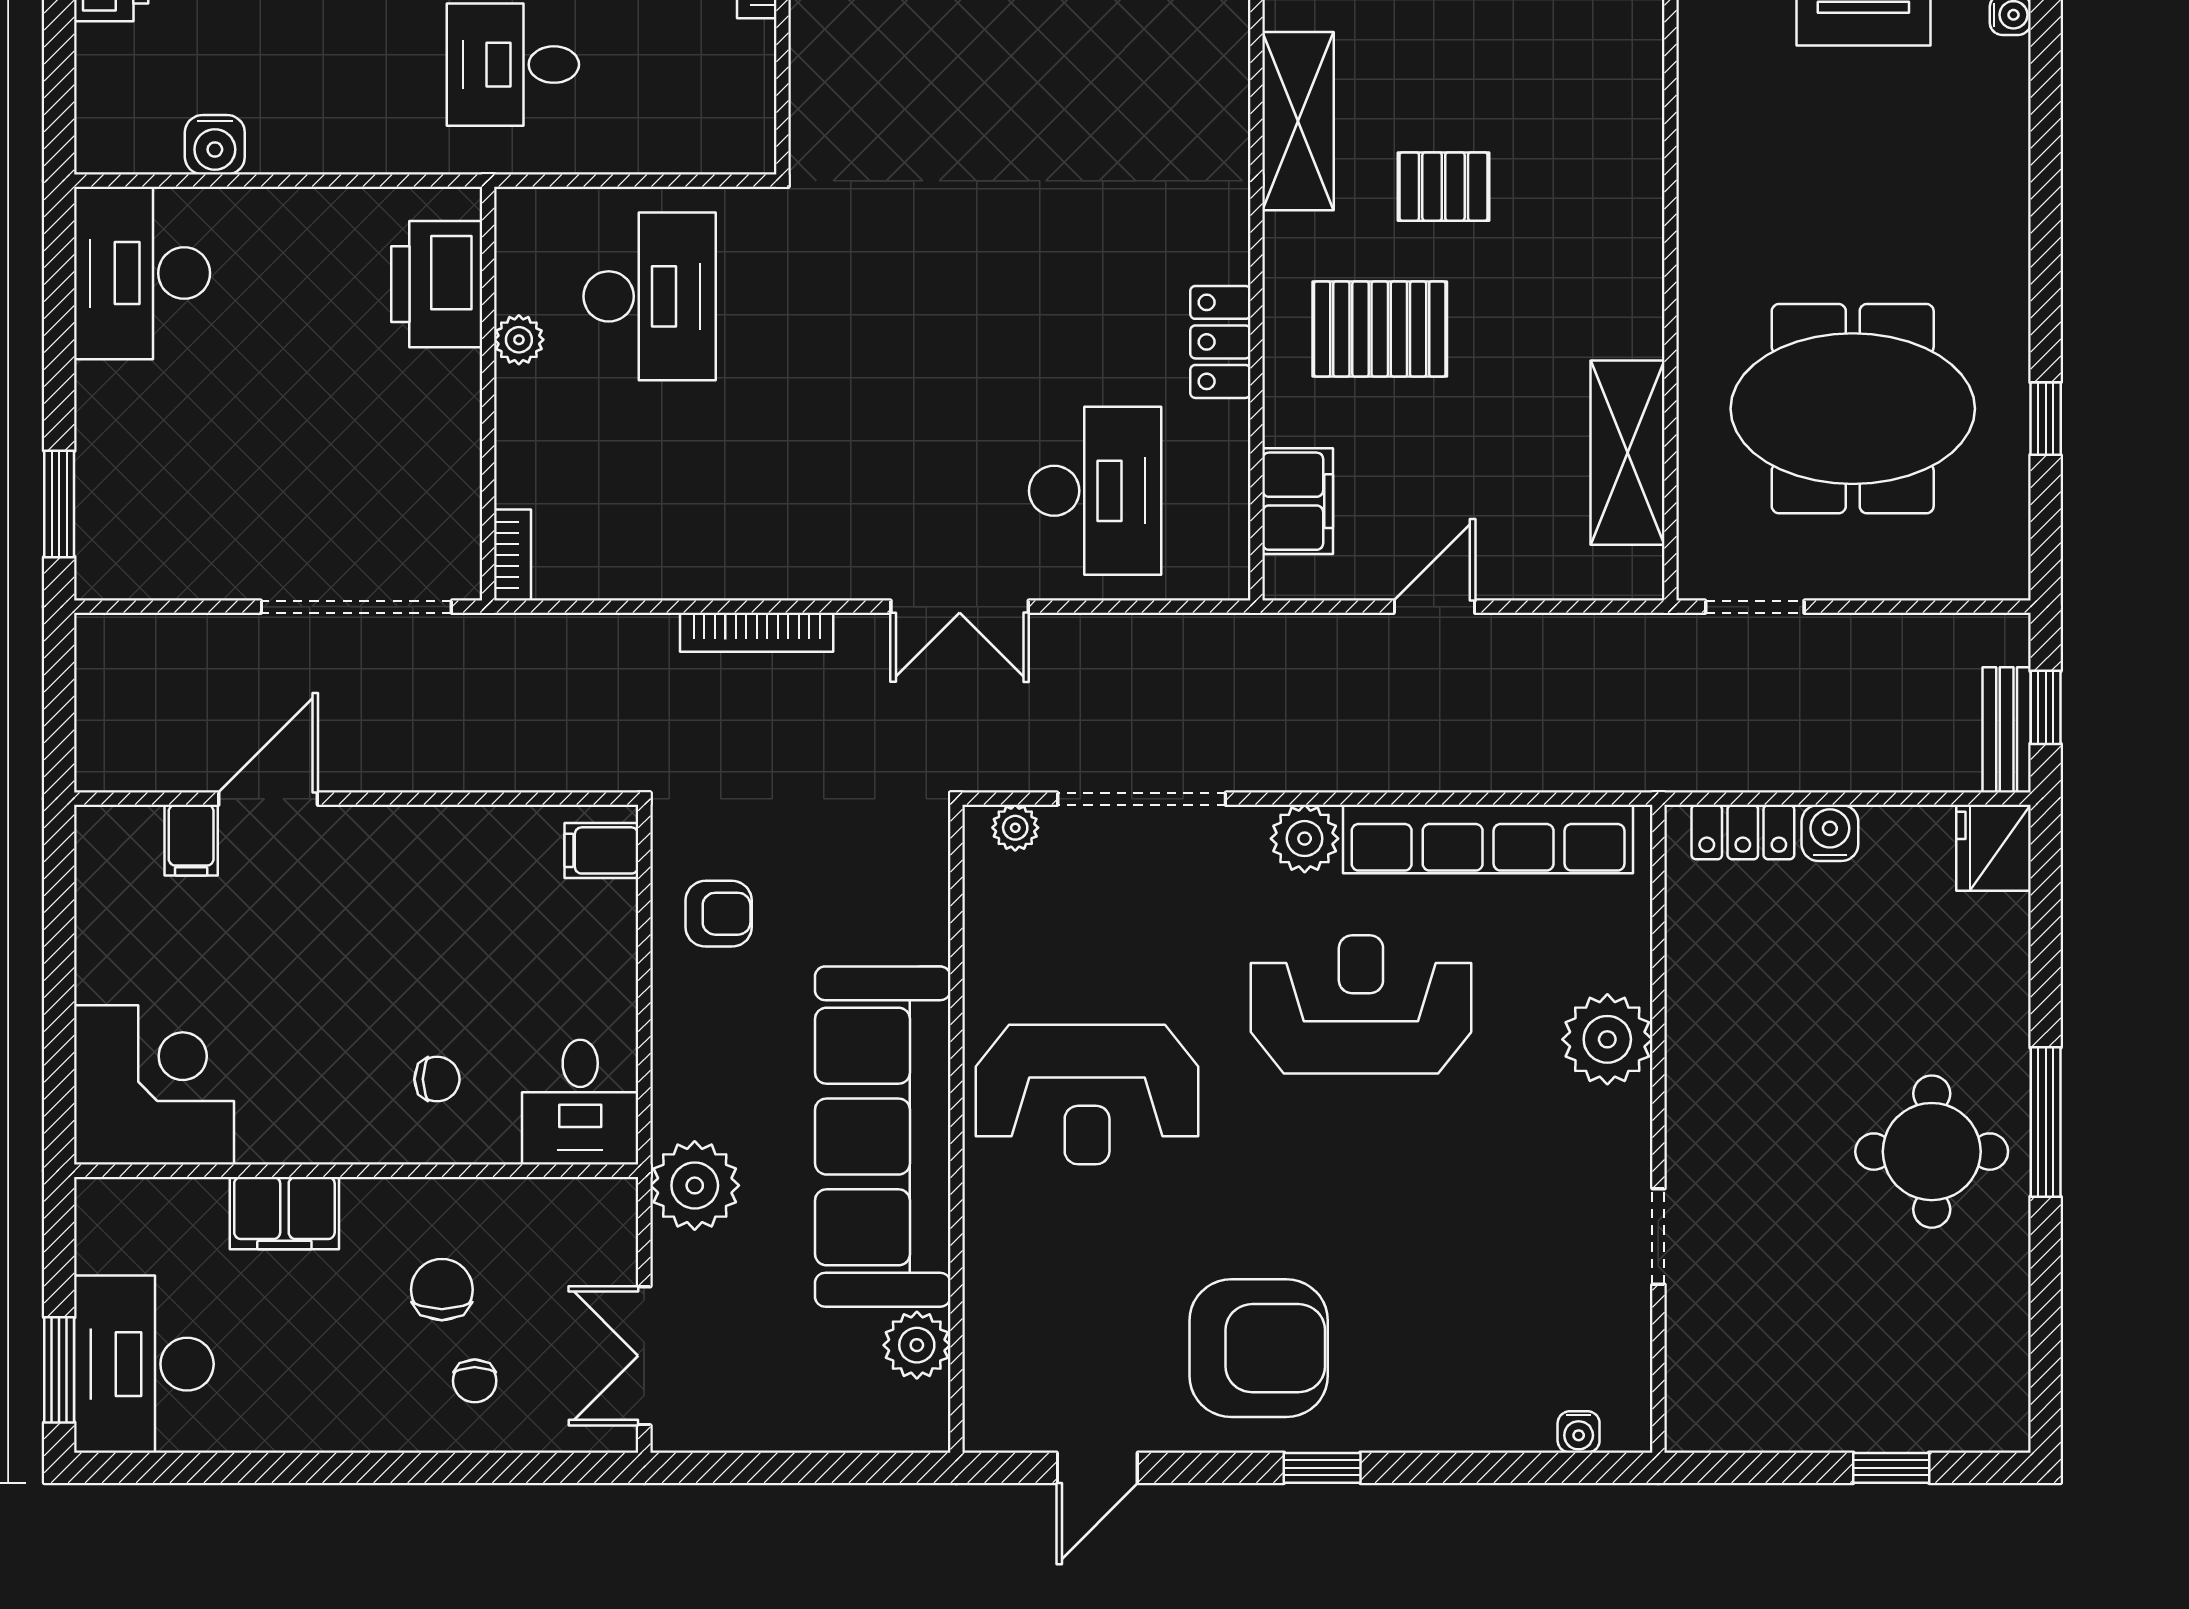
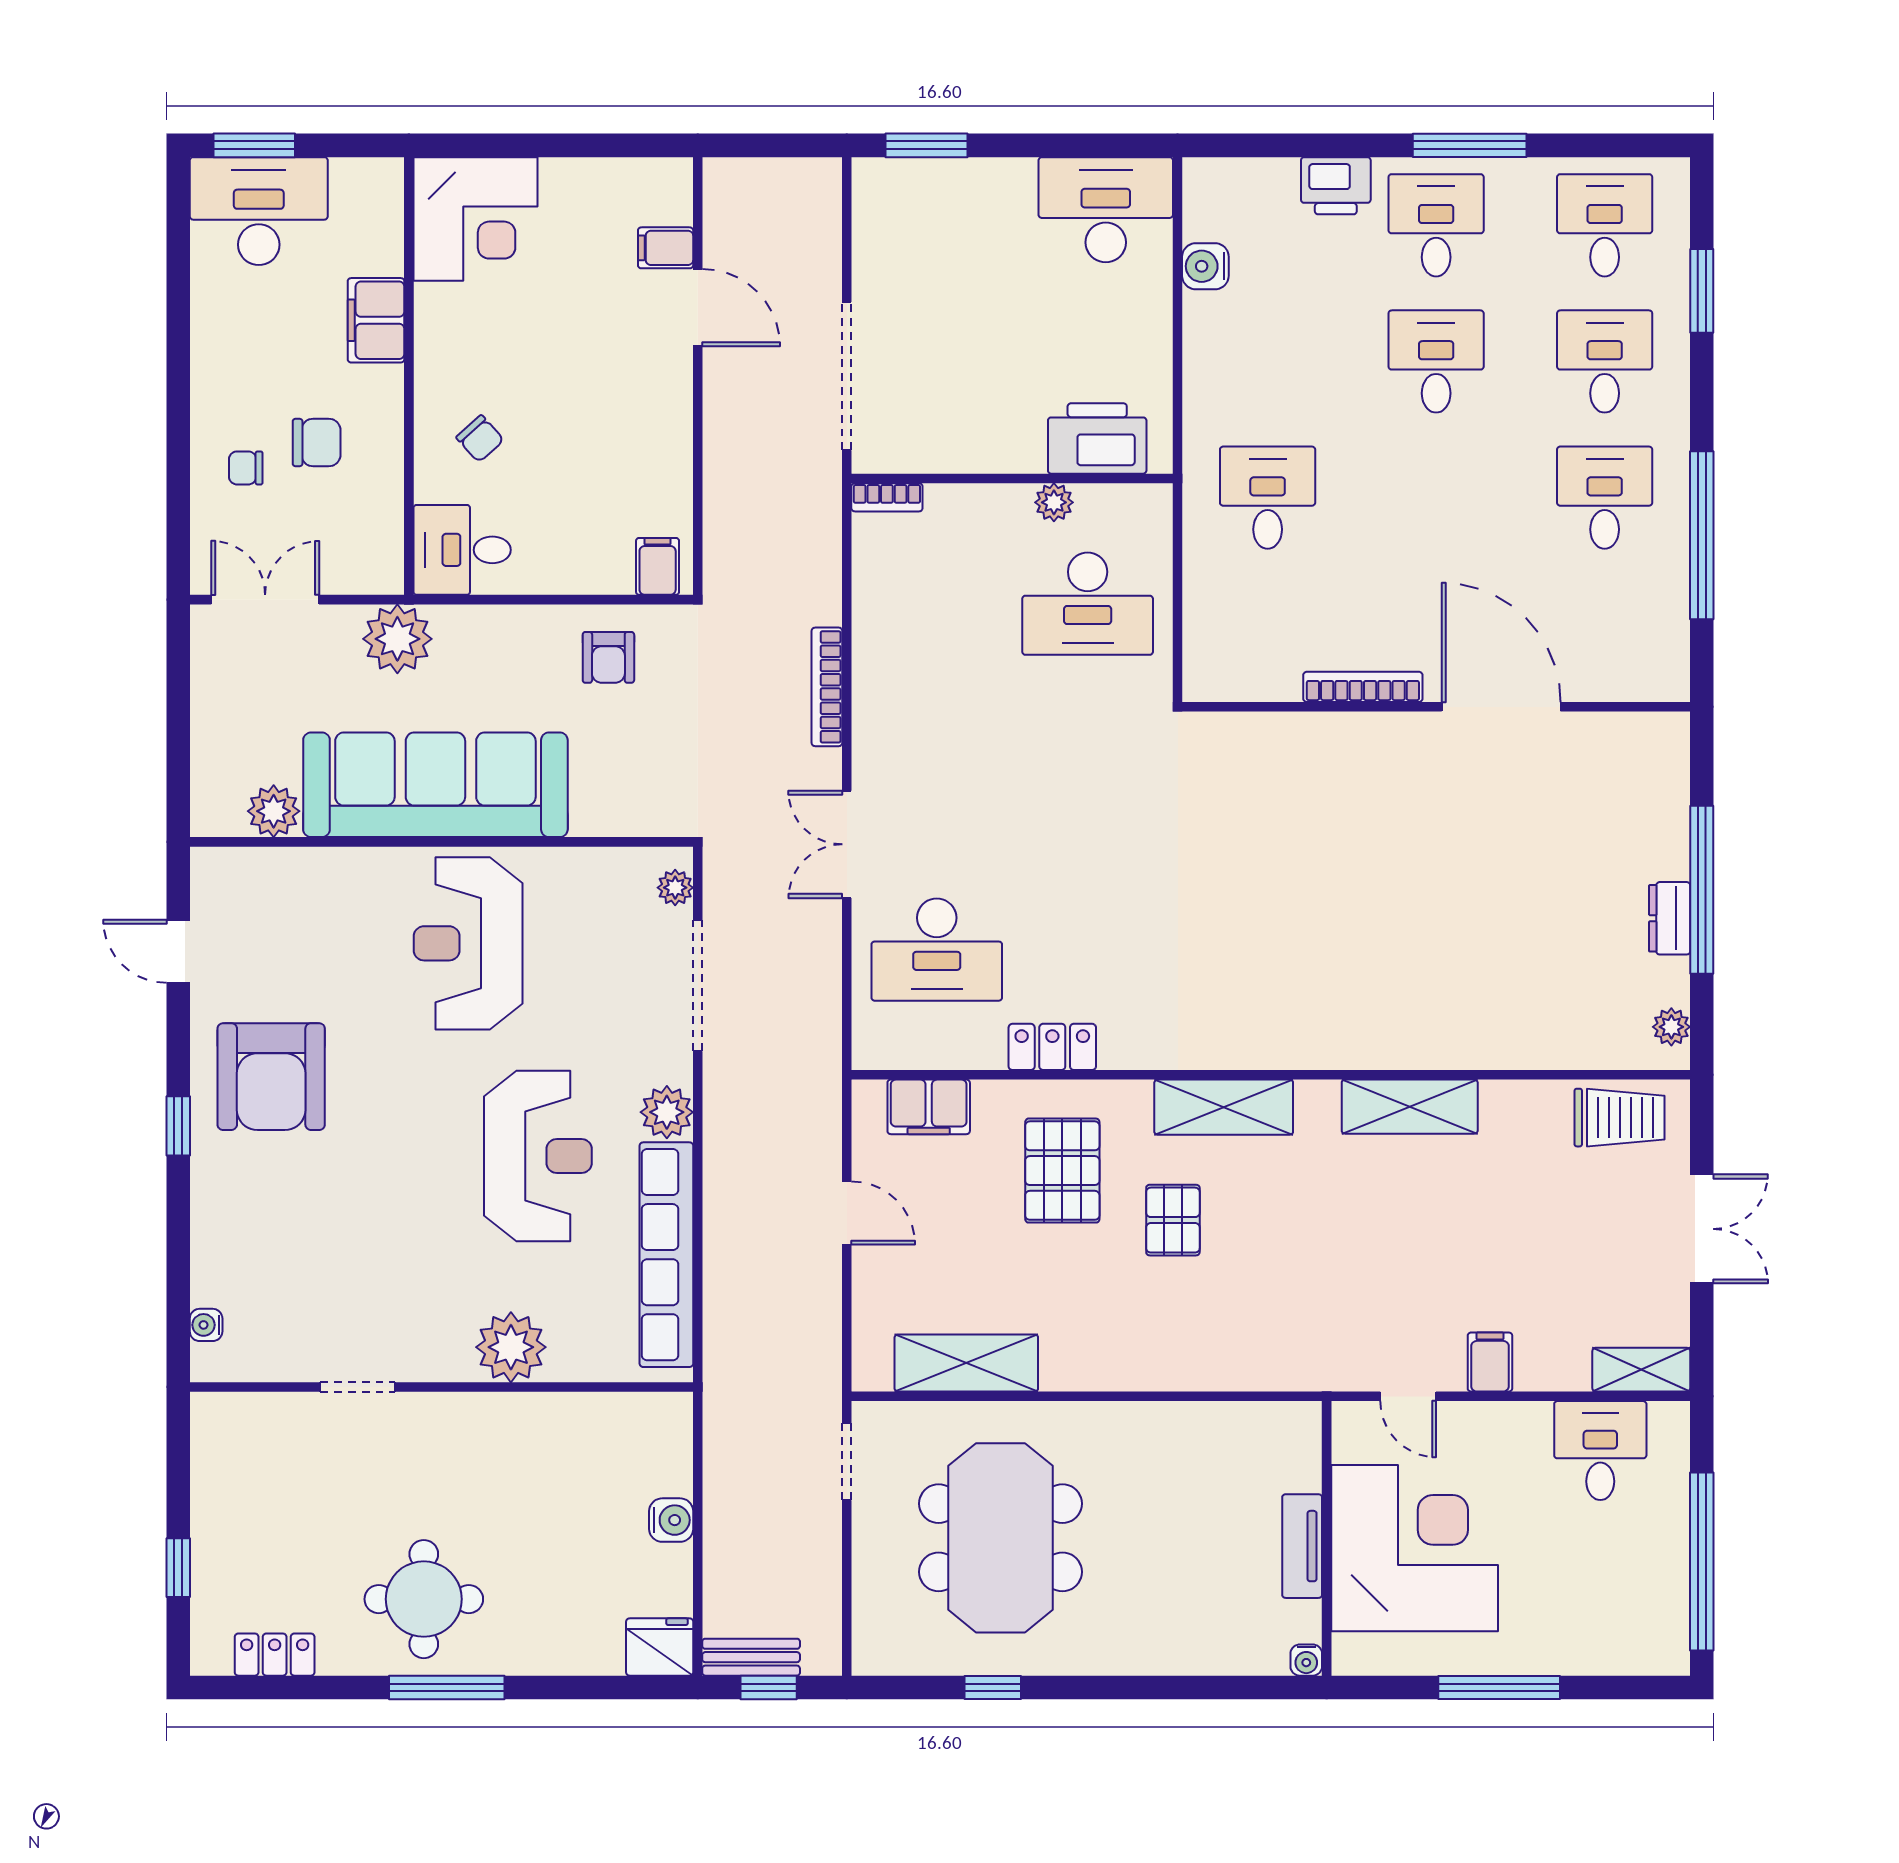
locker: (1743, 832) -> (275, 1655), moved, turned 90
chair: (437, 1079) -> (480, 439), turned -42

